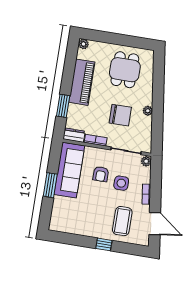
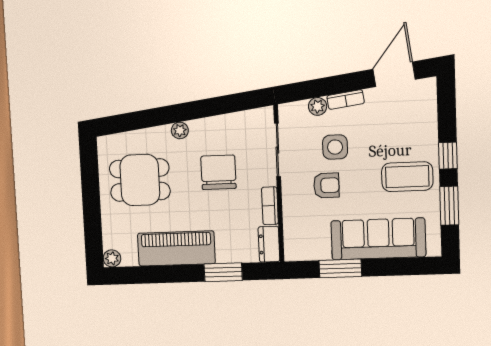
plant: (148, 111) -> (180, 130), moved
plant: (146, 161) -> (318, 106), moved
sofa: (69, 170) -> (378, 239), moved
window: (50, 185) -> (340, 268), moved
coffee table: (122, 221) -> (407, 177), moved
window: (76, 240) -> (449, 206), added

